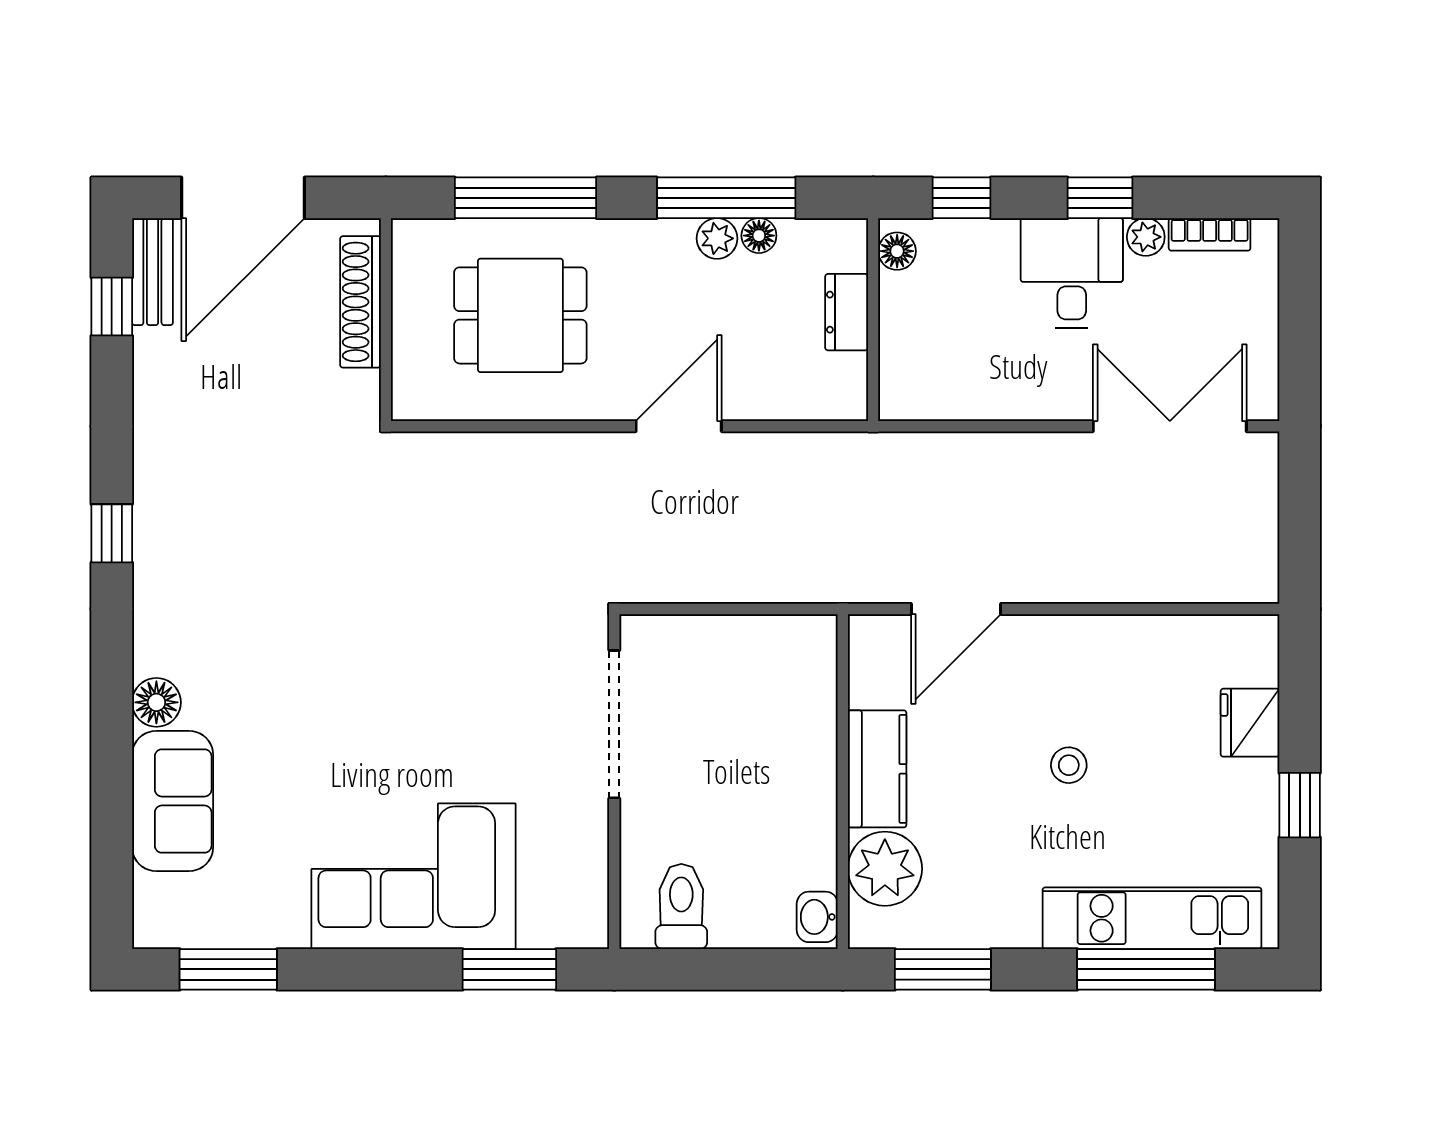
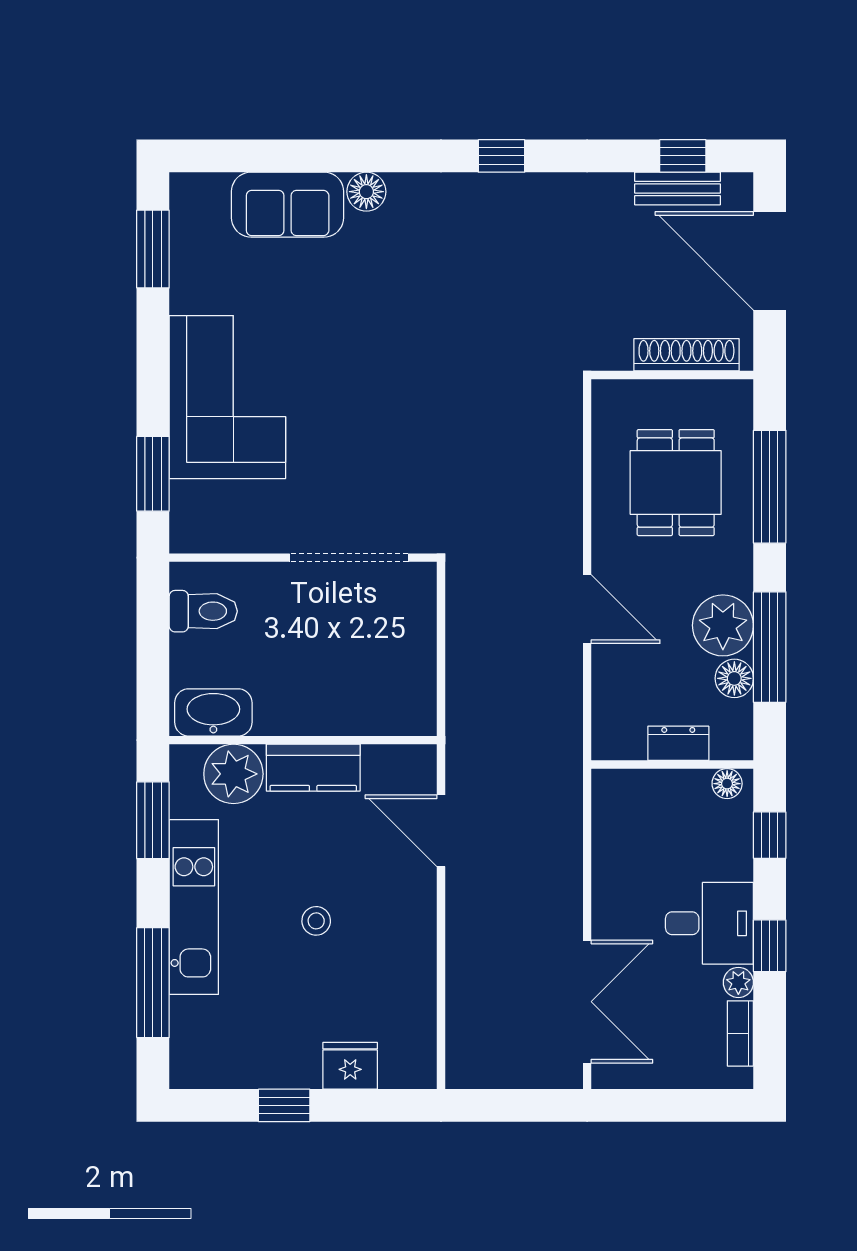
floor lamp: (759, 236) -> (734, 678), width x1.37, depth x1.37
plant: (717, 238) -> (723, 625), width x1.87, depth x1.87
bench: (152, 272) -> (677, 188), moved
washbasin: (817, 917) -> (213, 712), width x1.91, depth x1.45
kitchen unit: (1152, 918) -> (194, 907), moved

